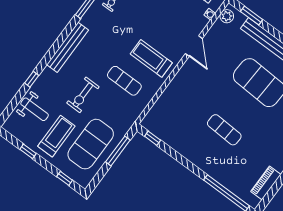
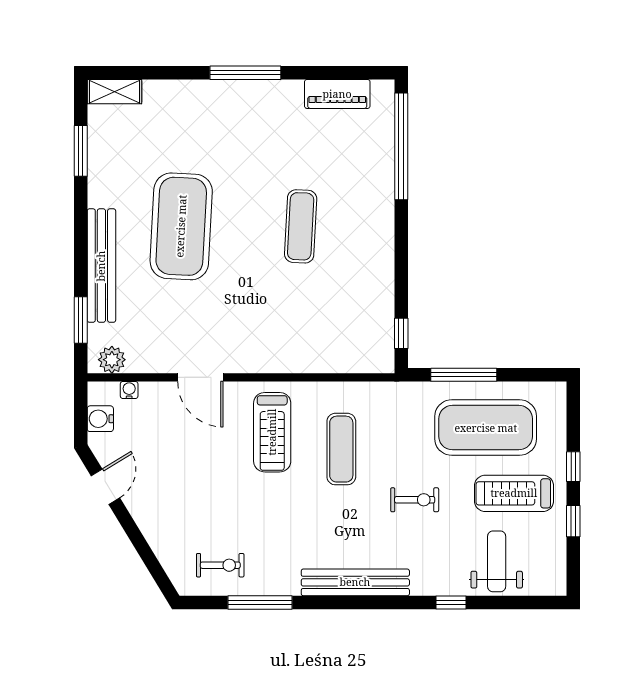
door: (194, 46) -> (200, 377), swing flipped
exercise bike: (83, 95) -> (415, 500), width x0.73, depth x0.72
window: (65, 178) -> (573, 467), moved

